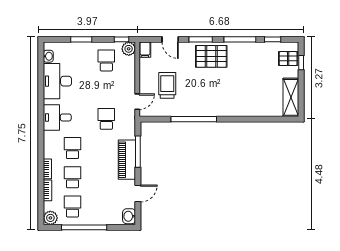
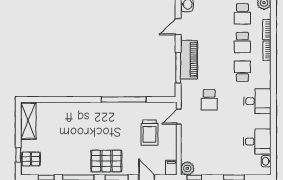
school desk: (106, 60) -> (209, 157), removed
desk: (57, 81) -> (257, 142), width x0.73
school desk: (72, 148) -> (242, 71), turned 180

